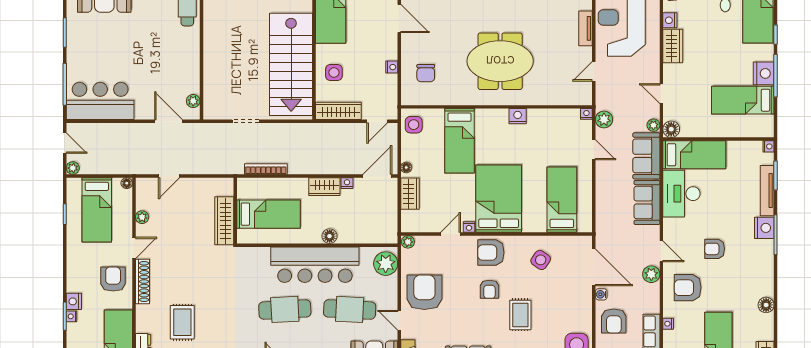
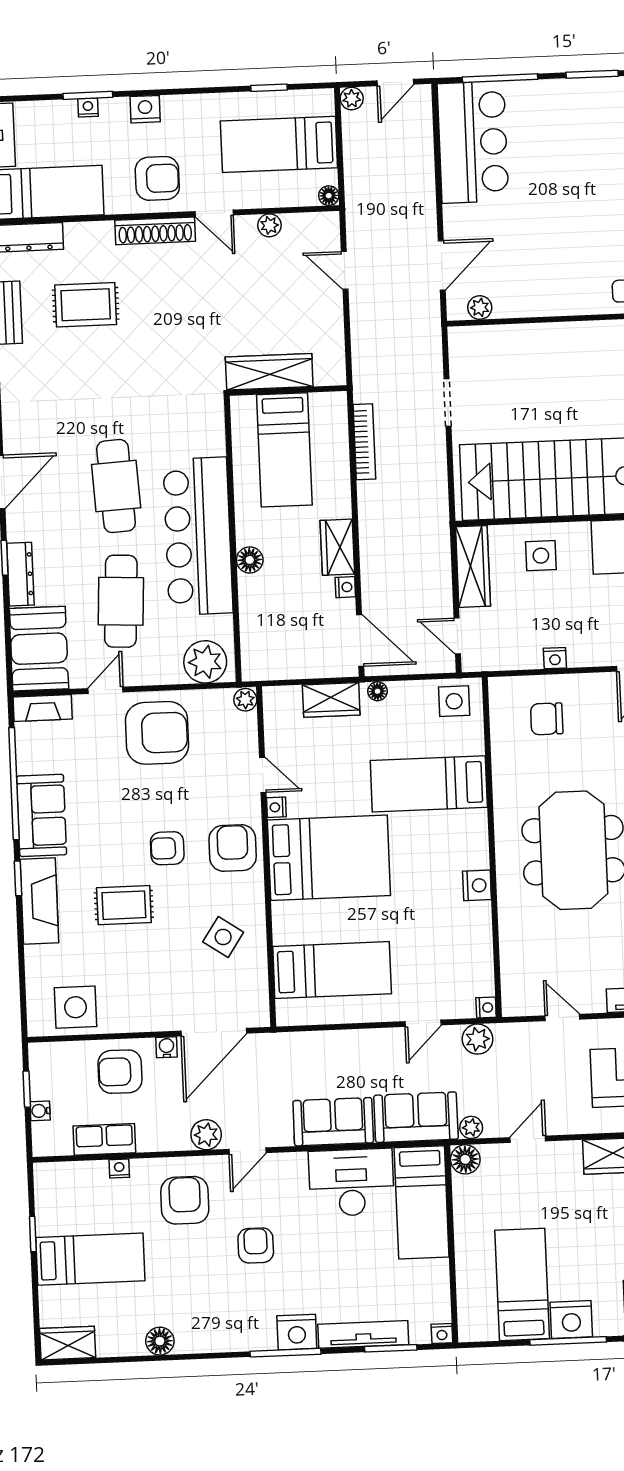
nightstand: (74, 301) -> (145, 109), moved

